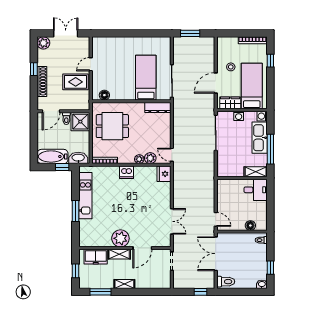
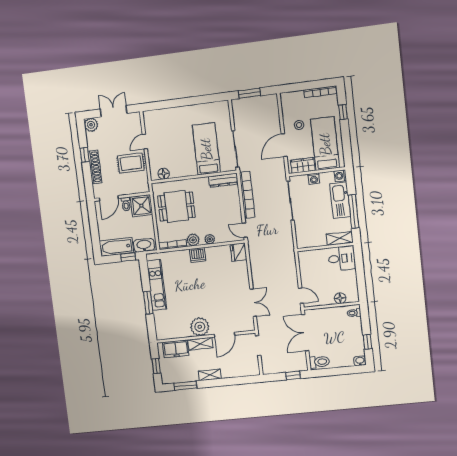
bookcase: (178, 123) -> (247, 195), added
plant: (150, 158) -> (193, 240), moved

